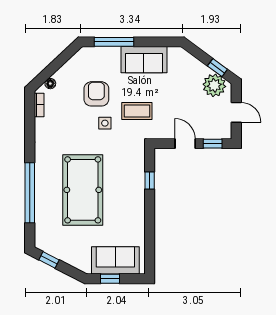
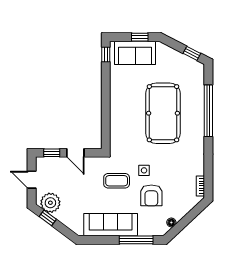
sofa: (144, 60) -> (111, 225), width x1.36
floor lamp: (50, 84) -> (171, 222), moved
window: (150, 181) -> (106, 54), moved

